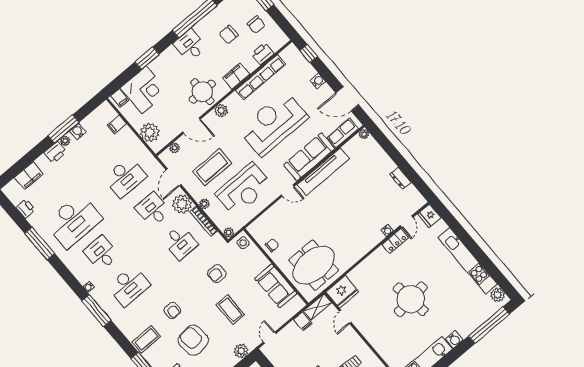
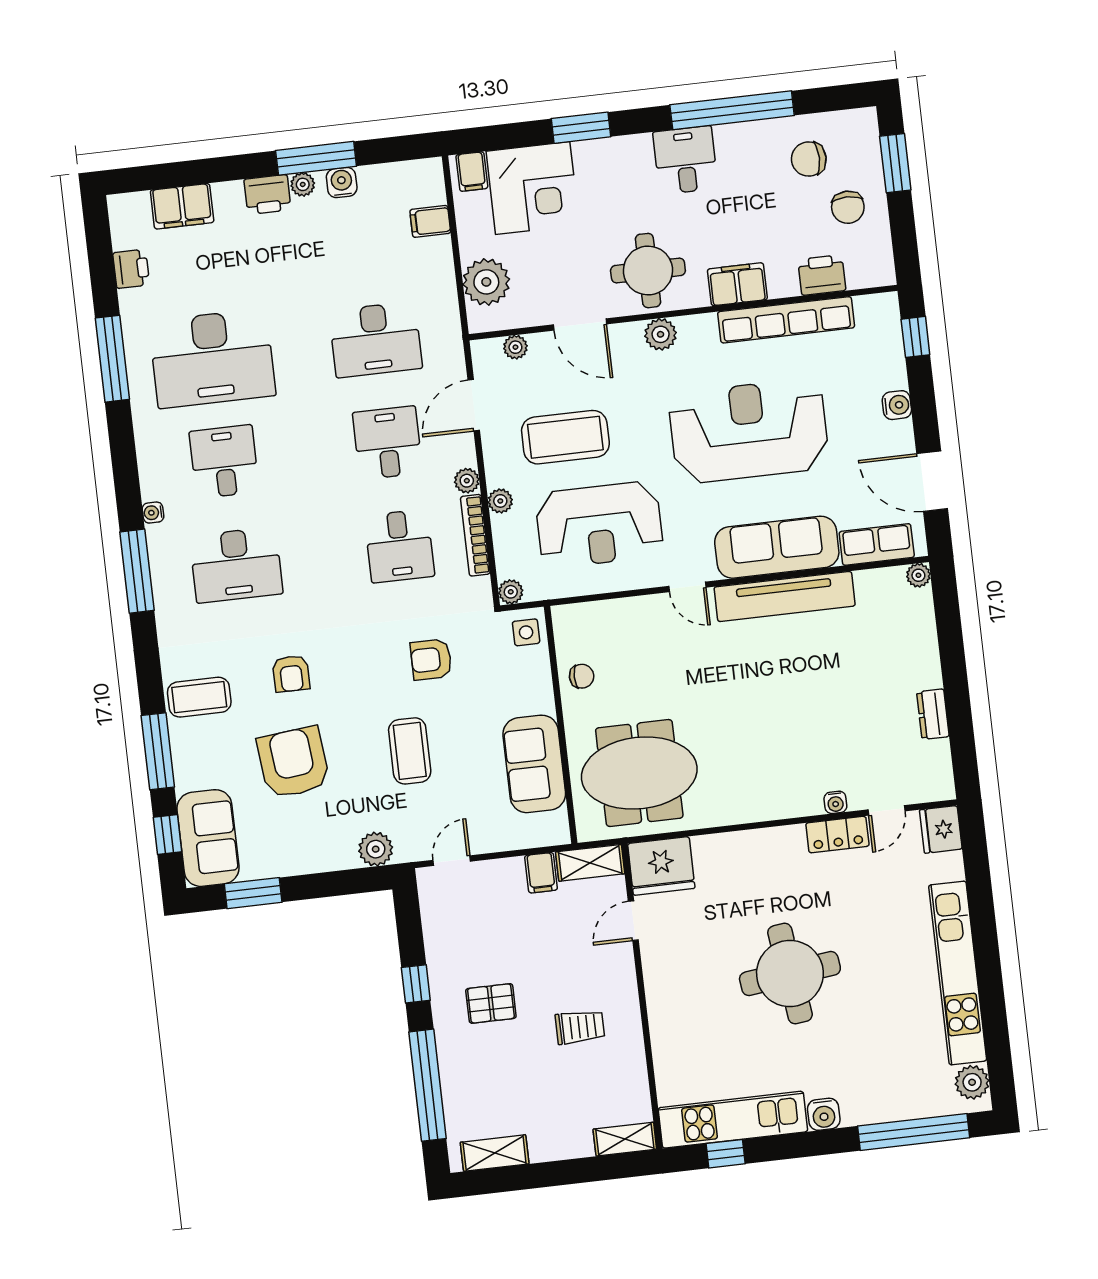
chair: (229, 34) -> (809, 159), moved
plant: (182, 204) -> (467, 481), width x0.53, depth x0.53

